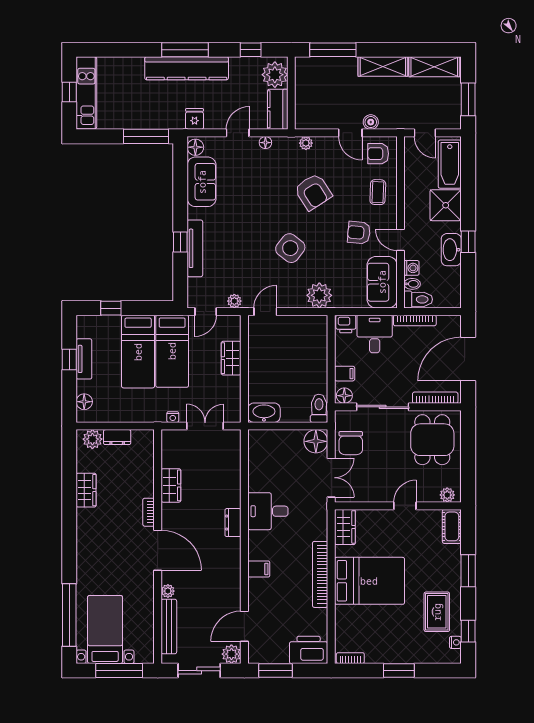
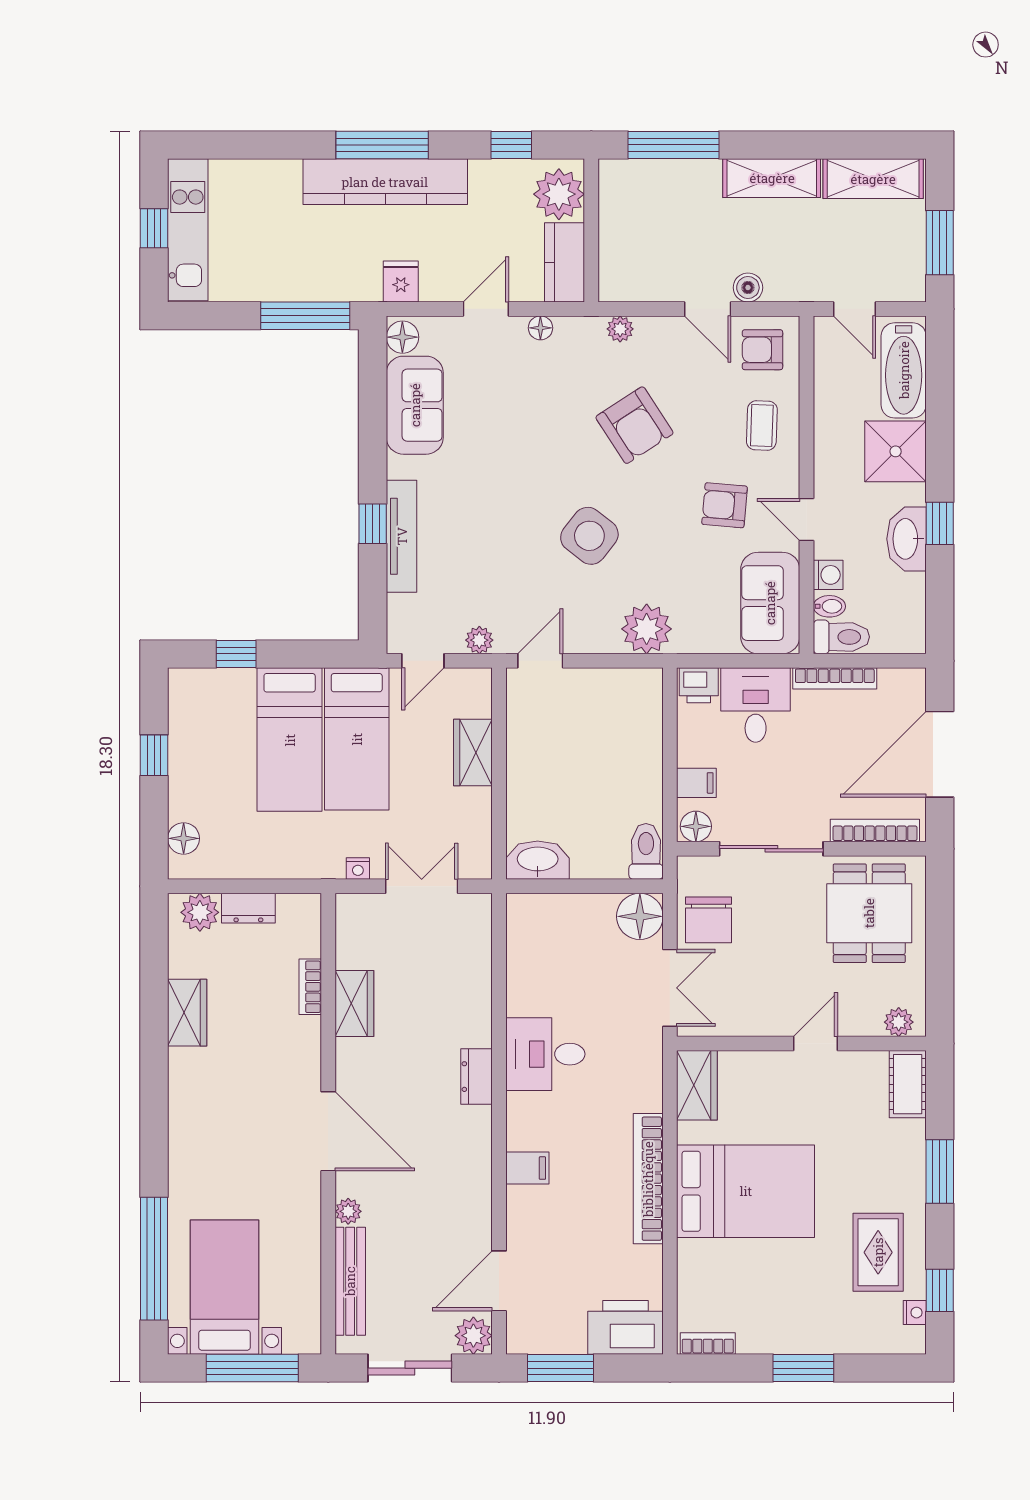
tv unit: (84, 359) -> (183, 754), removed
bookcase: (149, 512) -> (310, 987), moved

